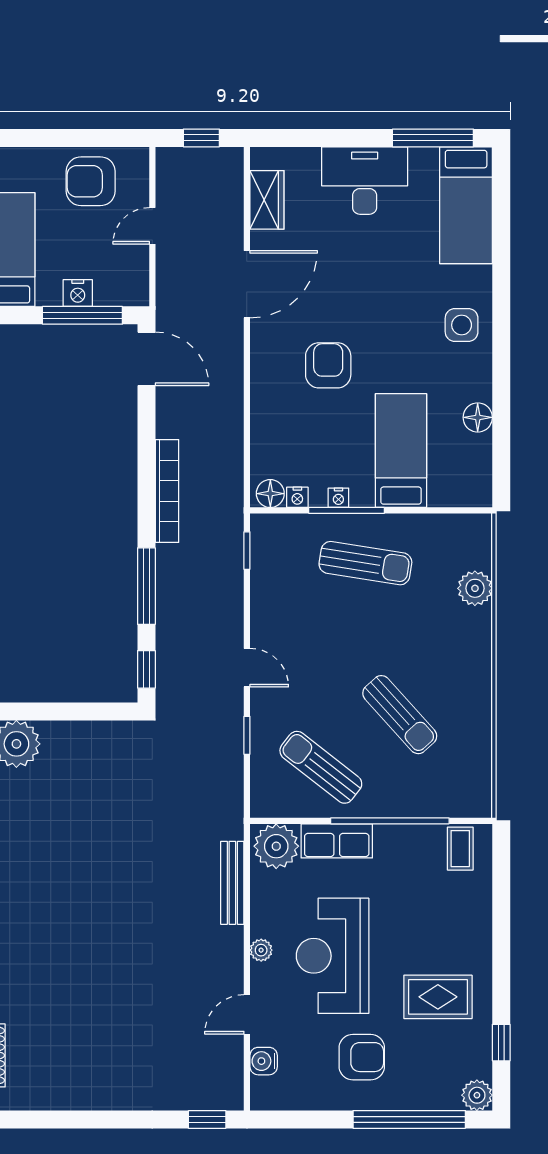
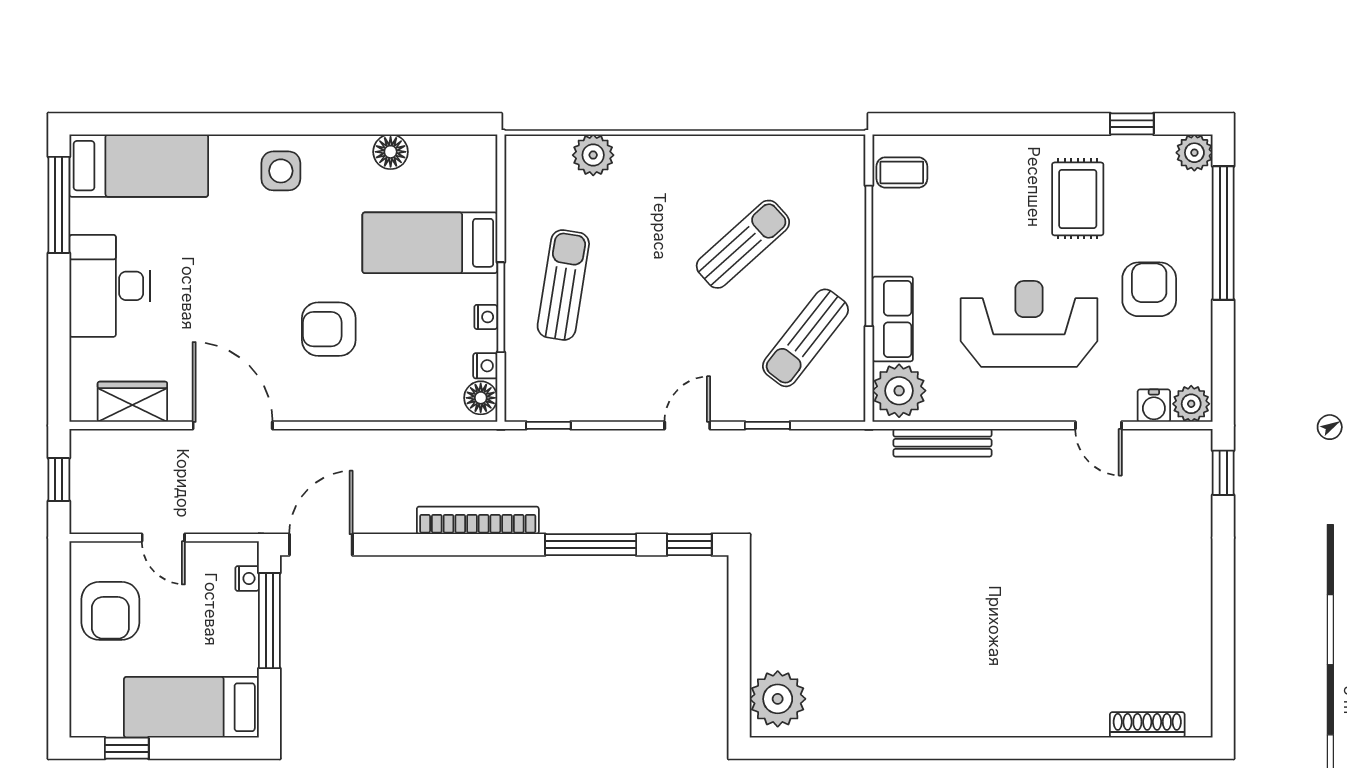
nightstand: (78, 293) -> (247, 578), moved, width x0.72, depth x0.74
plant: (261, 950) -> (1191, 404), moved, width x1.38, depth x1.38
reception desk: (333, 956) -> (1029, 324), turned 180

